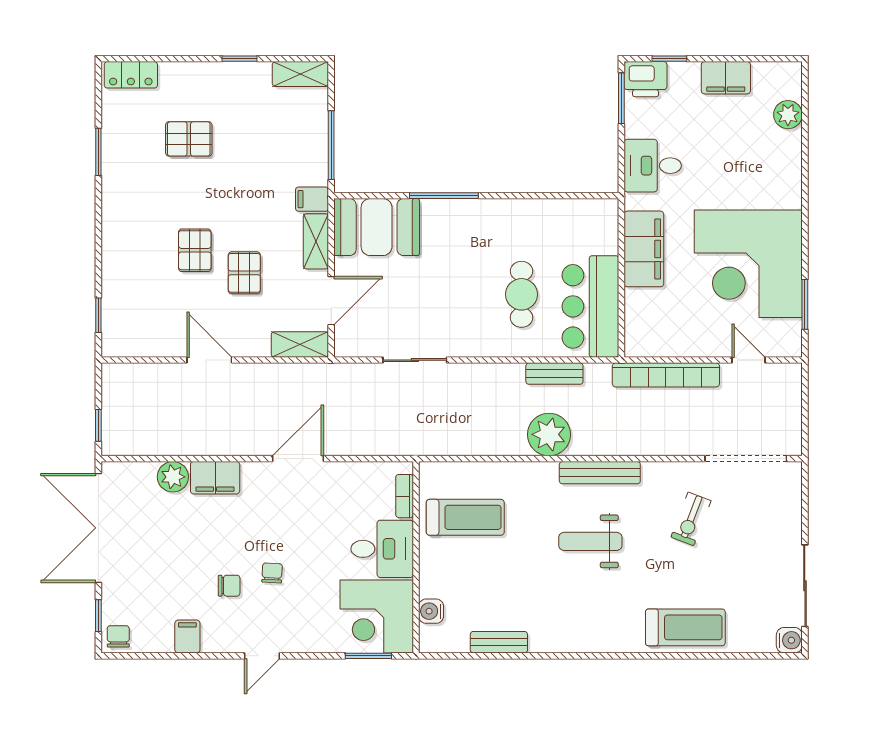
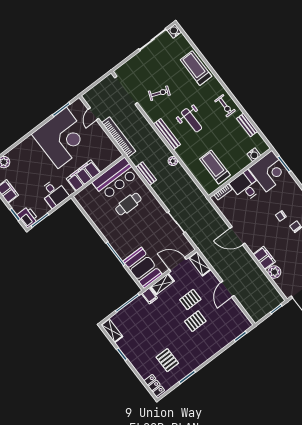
pallet: (189, 139) -> (167, 360), moved
plant: (549, 434) -> (173, 161), width x0.53, depth x0.53
exercise bike: (569, 628) -> (225, 106), added

